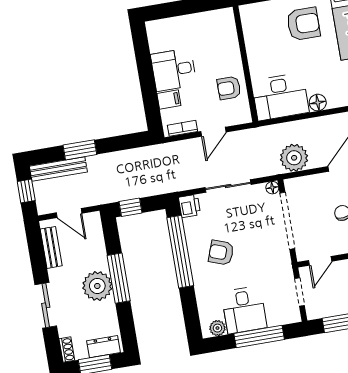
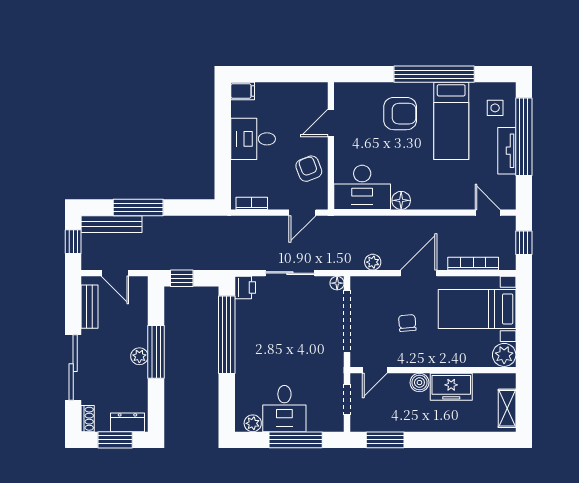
door: (242, 43) -> (331, 123), added
armchair: (229, 88) -> (309, 169), turned 69
filing cabinet: (169, 100) -> (243, 91), moved
door: (213, 132) -> (302, 213), moved
window: (80, 150) -> (138, 207), width x1.44
plant: (294, 158) -> (373, 262), width x0.53, depth x0.53
armchair: (221, 253) -> (270, 343), removed
plant: (97, 286) -> (139, 356), width x0.53, depth x0.53
sliding door: (46, 305) -> (73, 368), width x1.37

